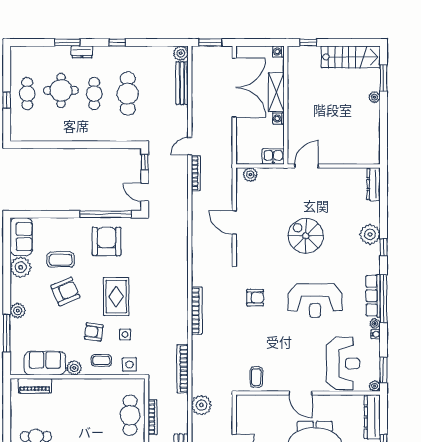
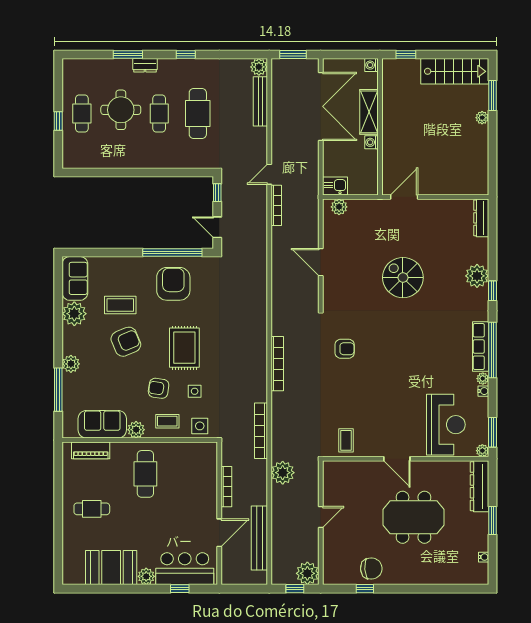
kitchen sink: (273, 156) -> (335, 186), moved
reception desk: (315, 301) -> (414, 352), removed
cafe table: (130, 415) -> (145, 474), moved

